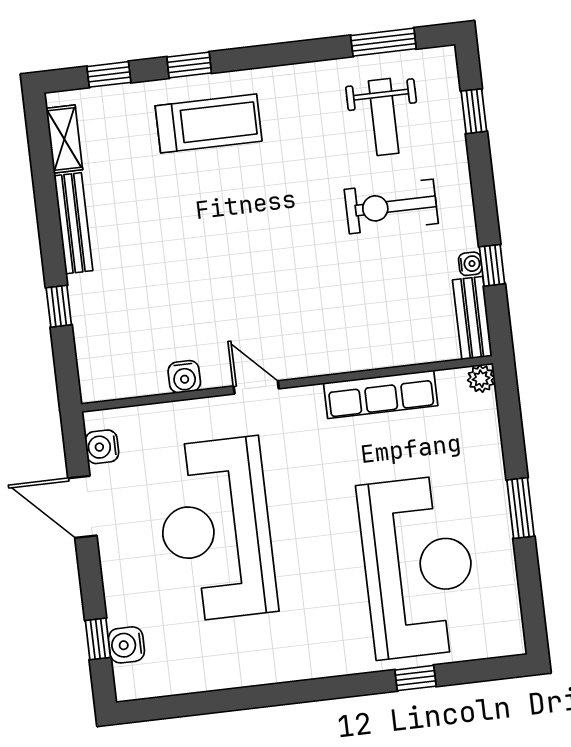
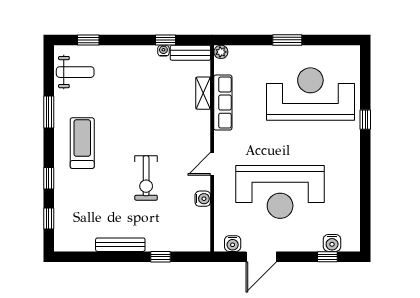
window: (383, 42) -> (49, 112), moved
weight bench: (384, 117) -> (75, 72), moved
treadmill: (209, 123) -> (82, 143), moved
shelving: (64, 139) -> (203, 93), moved, turned 90
exercise bike: (391, 206) -> (146, 178), moved
window: (415, 678) -> (365, 120), moved

